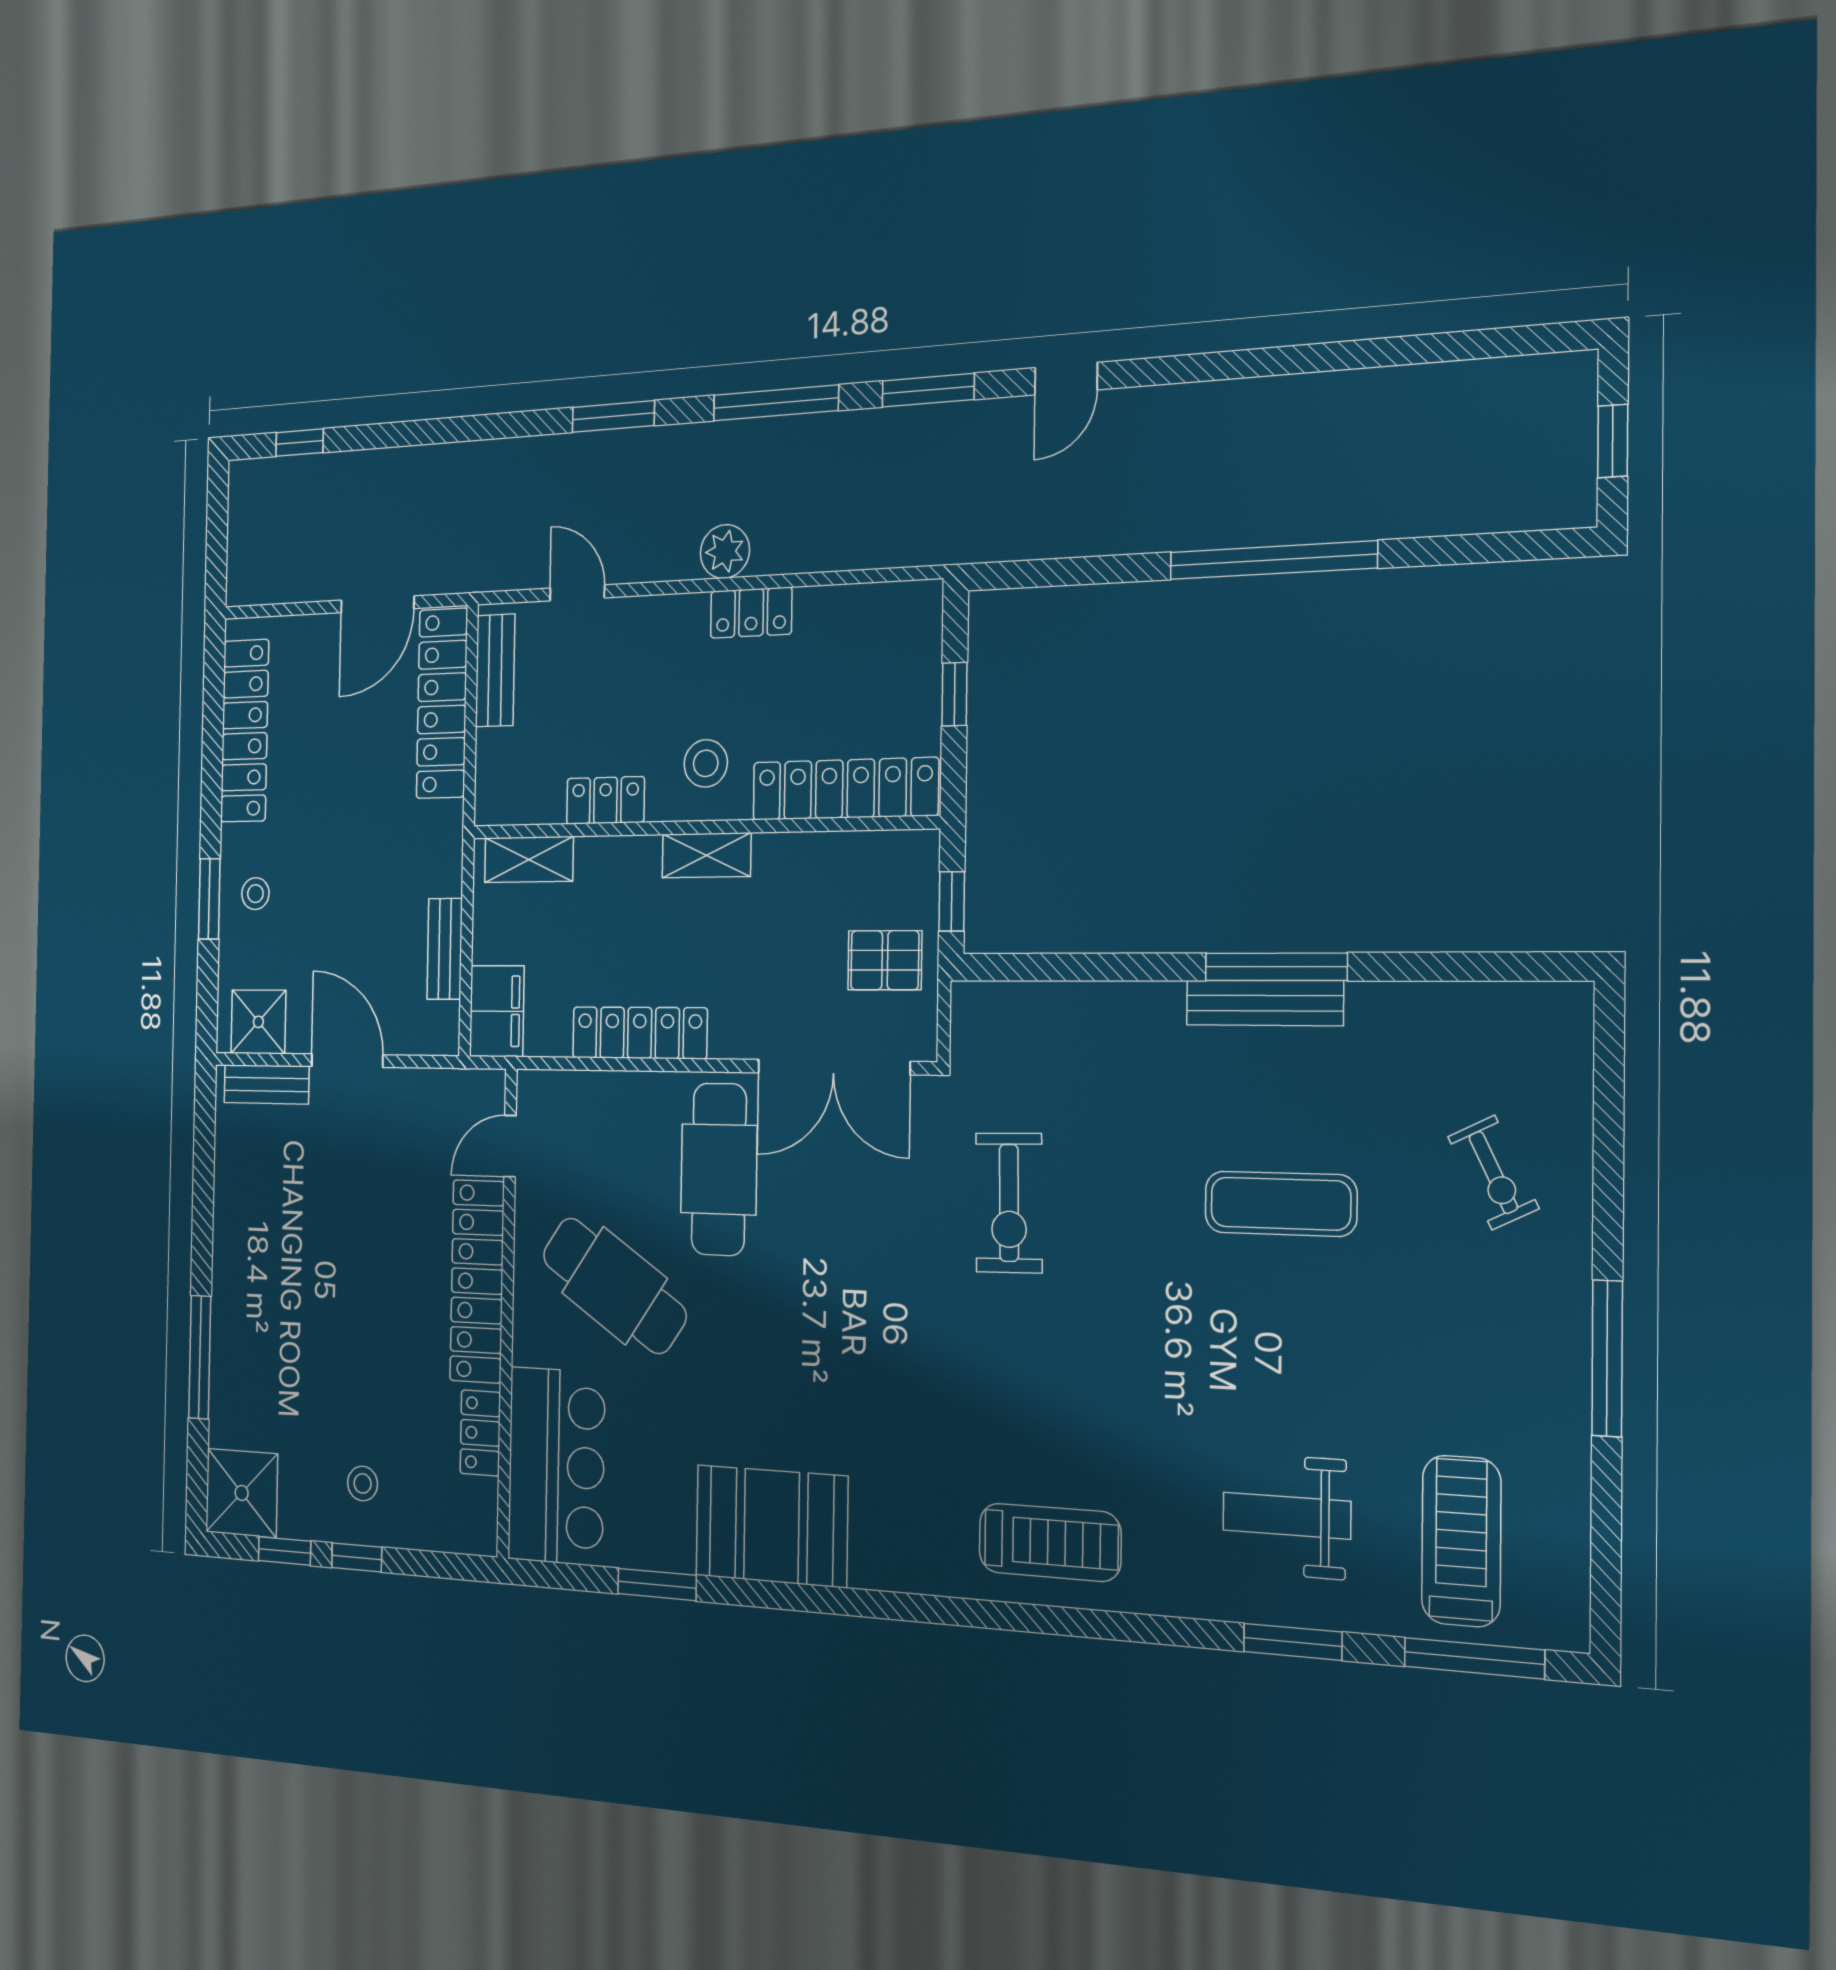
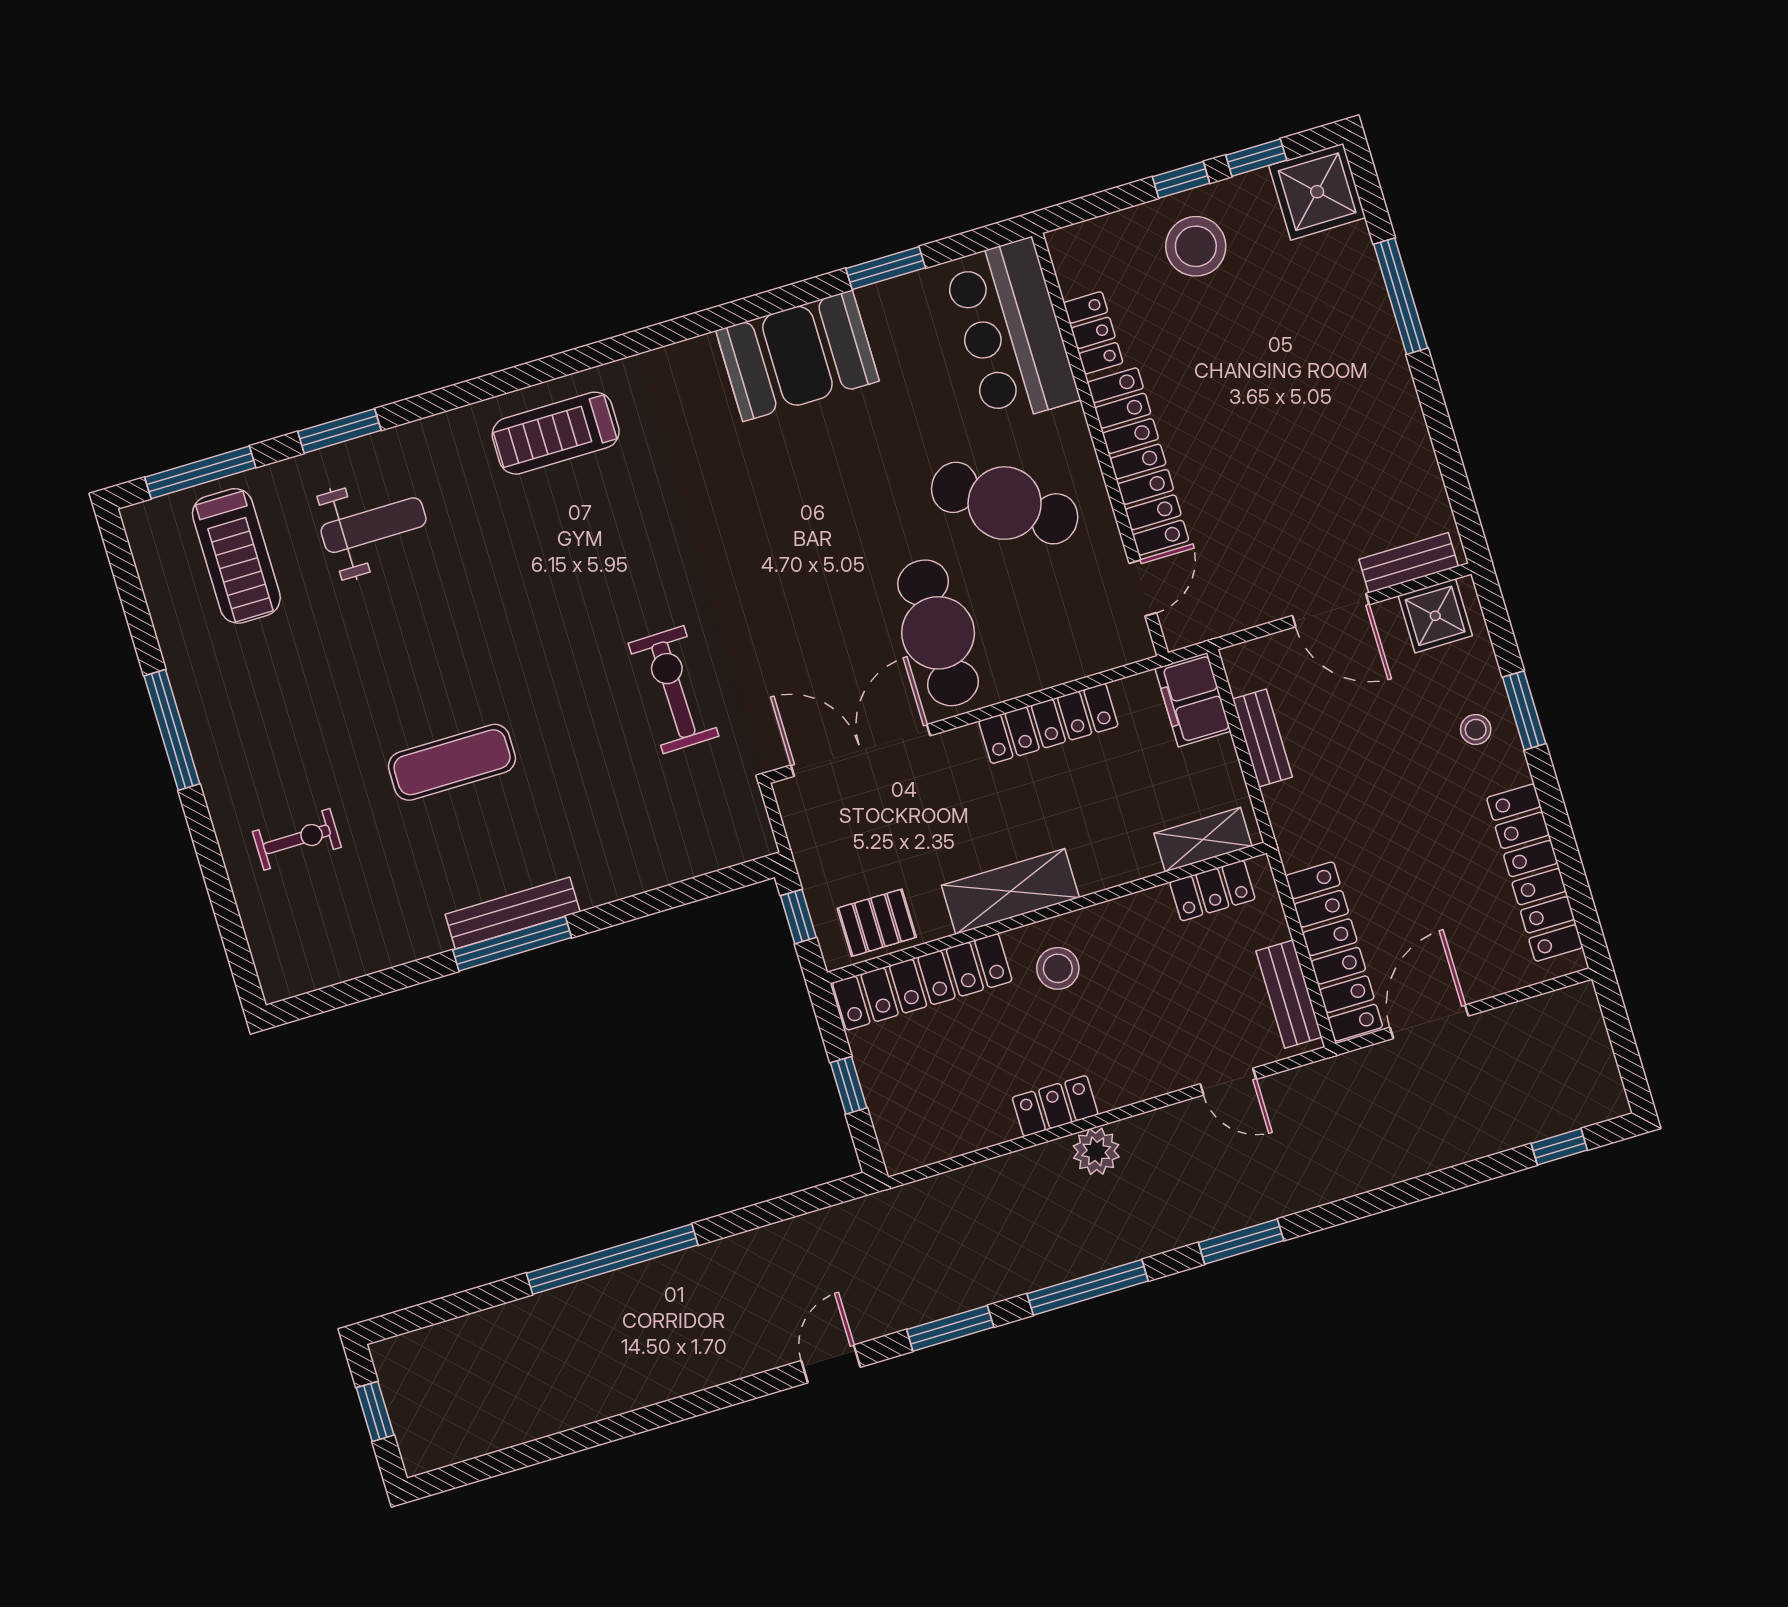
locker: (605, 800) -> (1212, 891), moved
shelving: (706, 855) -> (1010, 891), width x1.50, depth x1.33
pallet: (885, 960) -> (877, 923), moved
exercise bike: (1493, 1172) -> (297, 839), turned 116
stool: (363, 1483) -> (1196, 246), width x1.89, depth x1.89

